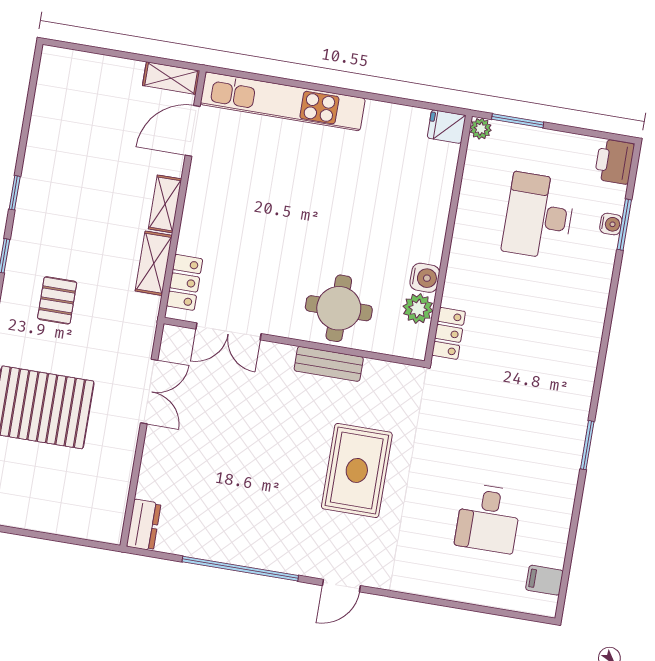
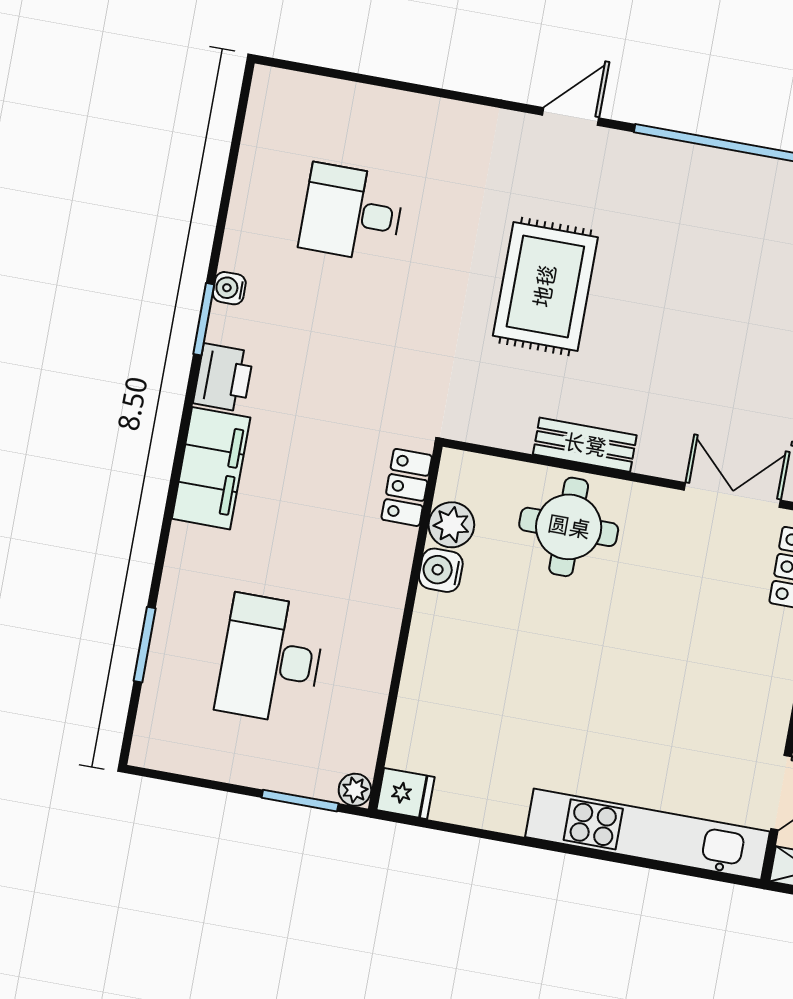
printer: (614, 161) -> (223, 378), moved
desk: (539, 216) -> (271, 659), turned 180
water cooler: (611, 224) -> (229, 288), moved
desk: (488, 518) -> (352, 213), turned -90
filing cabinet: (544, 580) -> (211, 468), moved, width x3.00, depth x1.17

